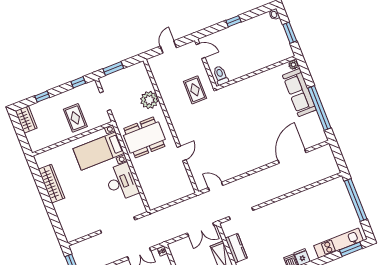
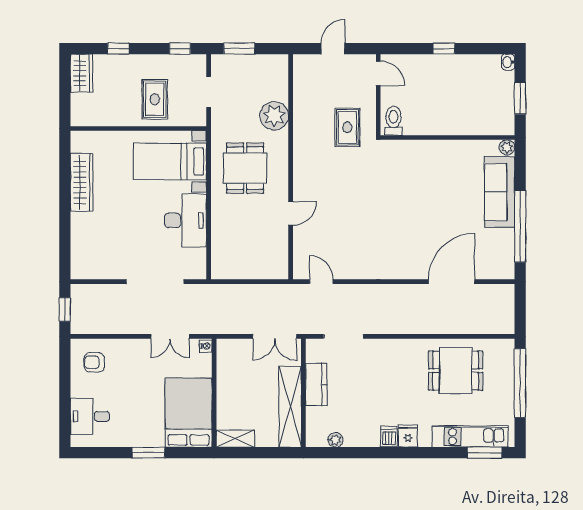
dining table: (144, 137) -> (245, 168), width x0.73
dining table: (315, 208) -> (456, 371), added

